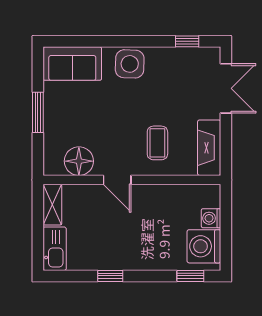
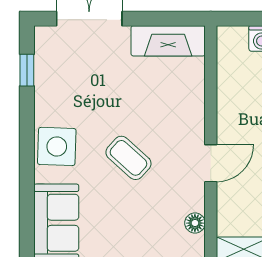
coffee table: (157, 143) -> (128, 158), moved, turned 42
floor lamp: (79, 161) -> (195, 223), width x0.53, depth x0.53

